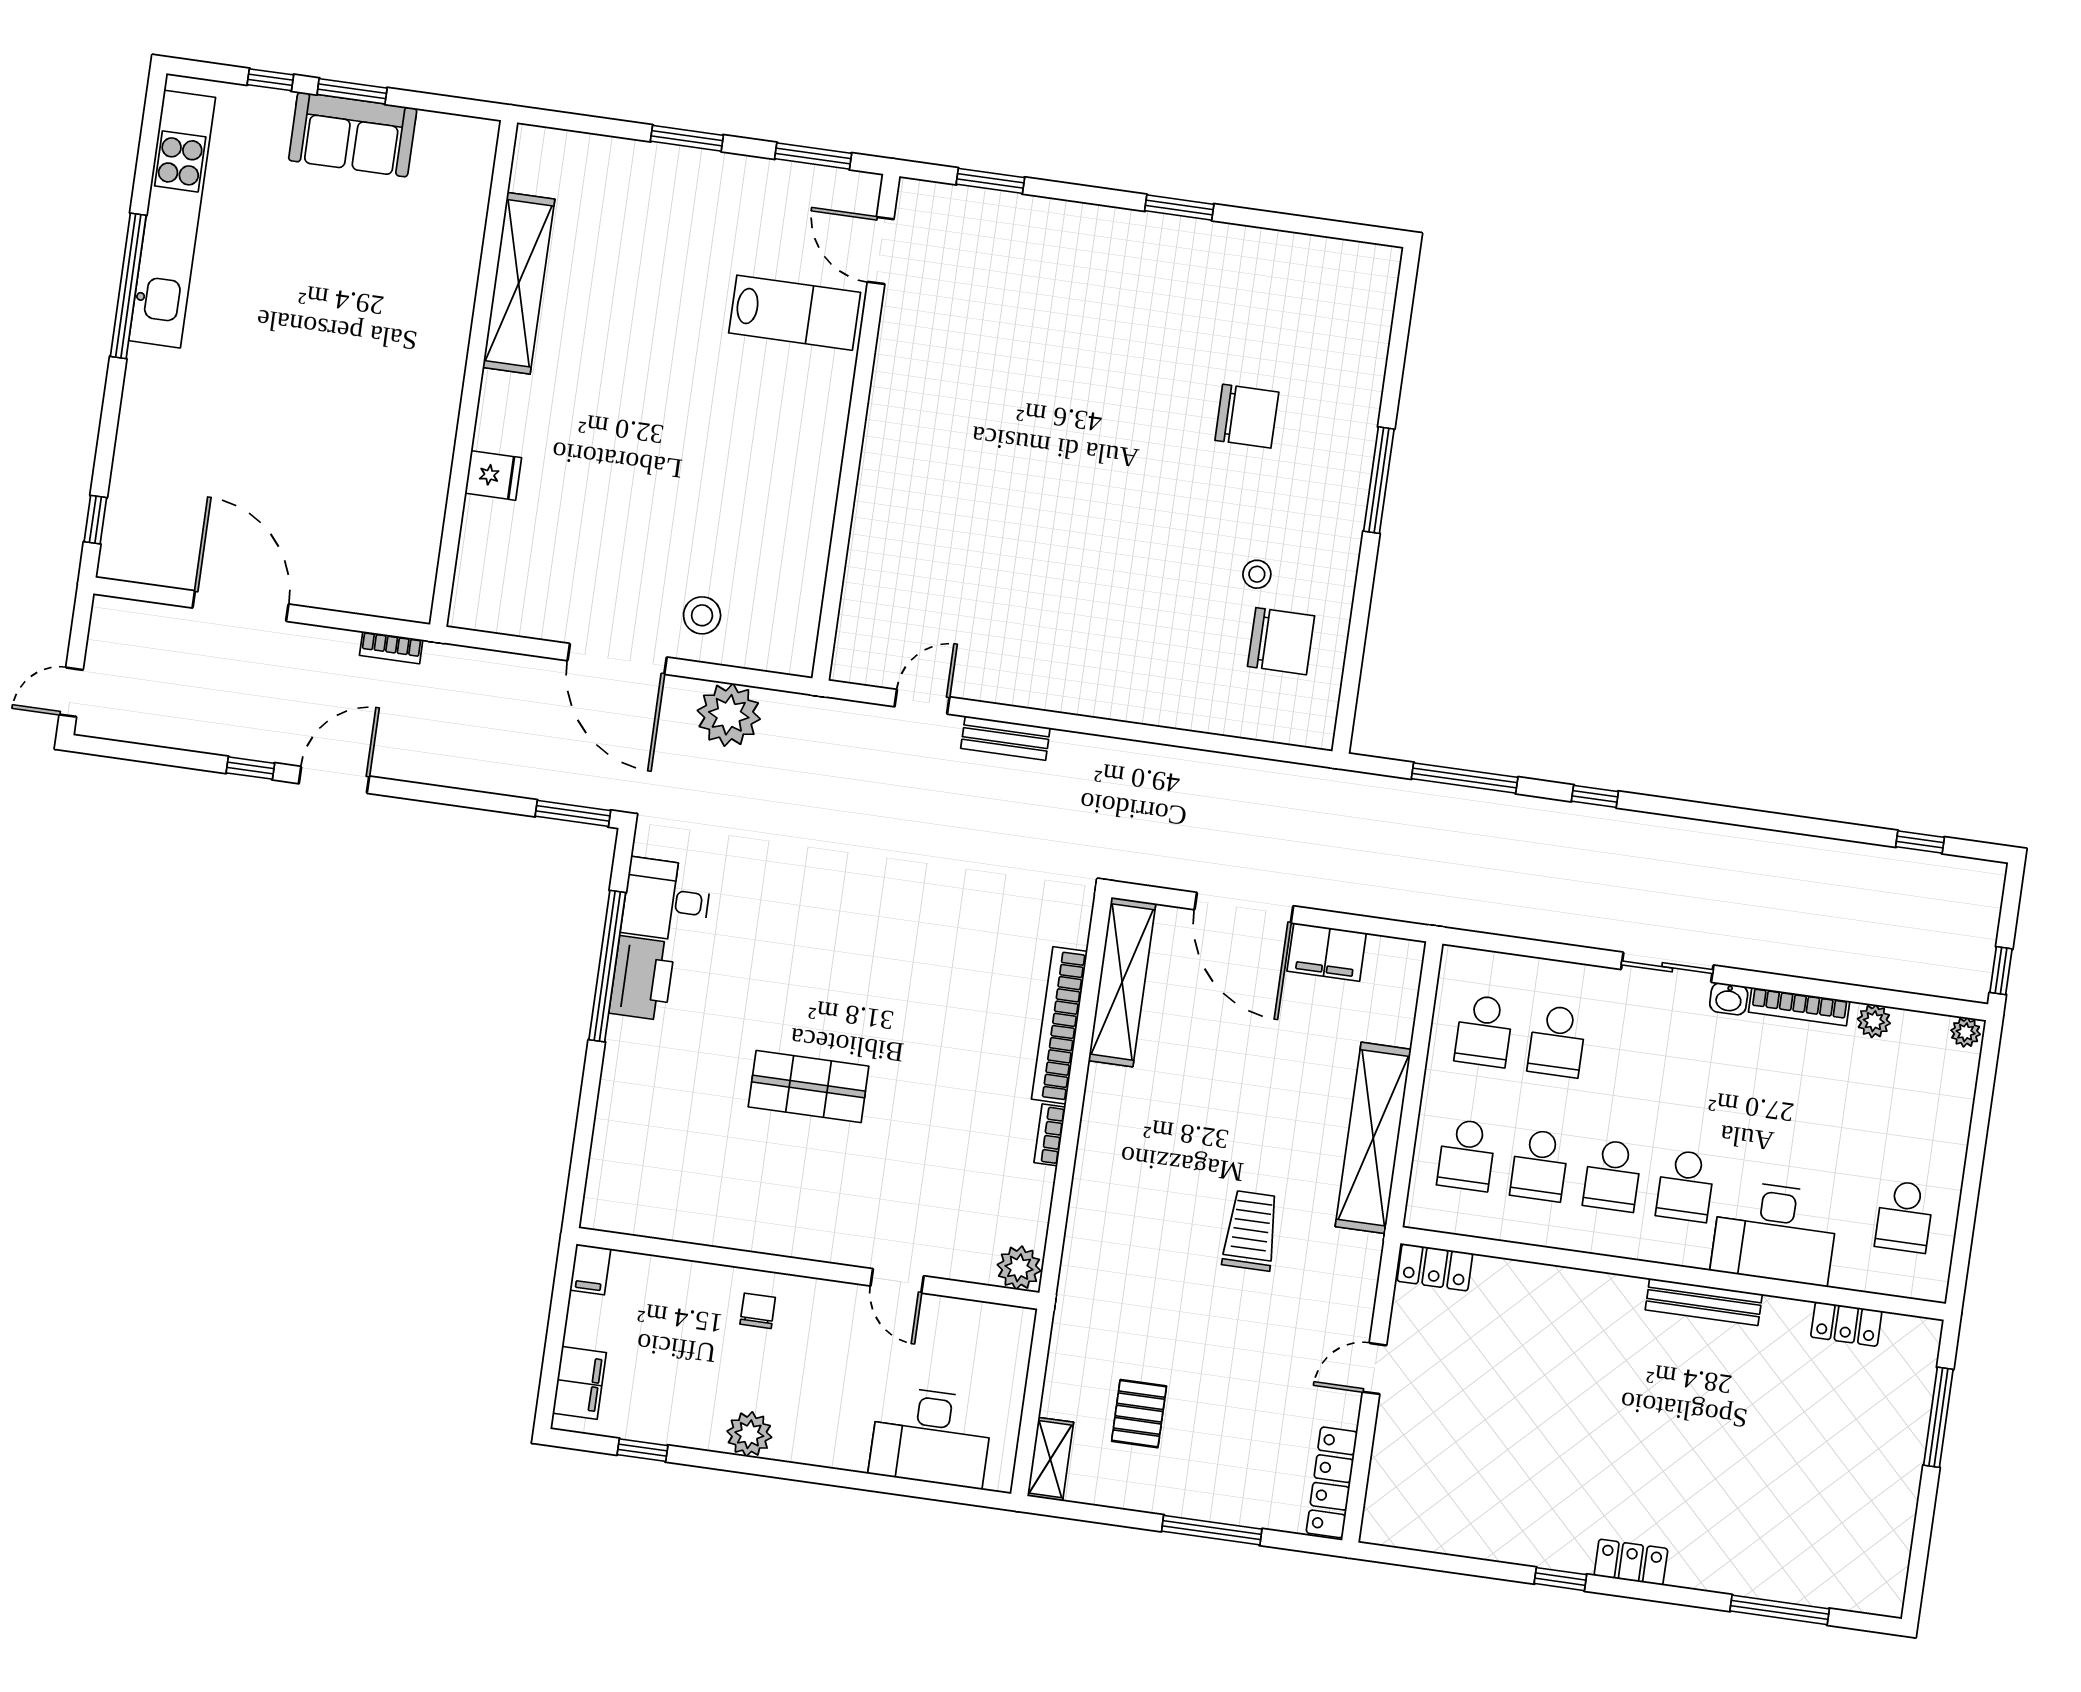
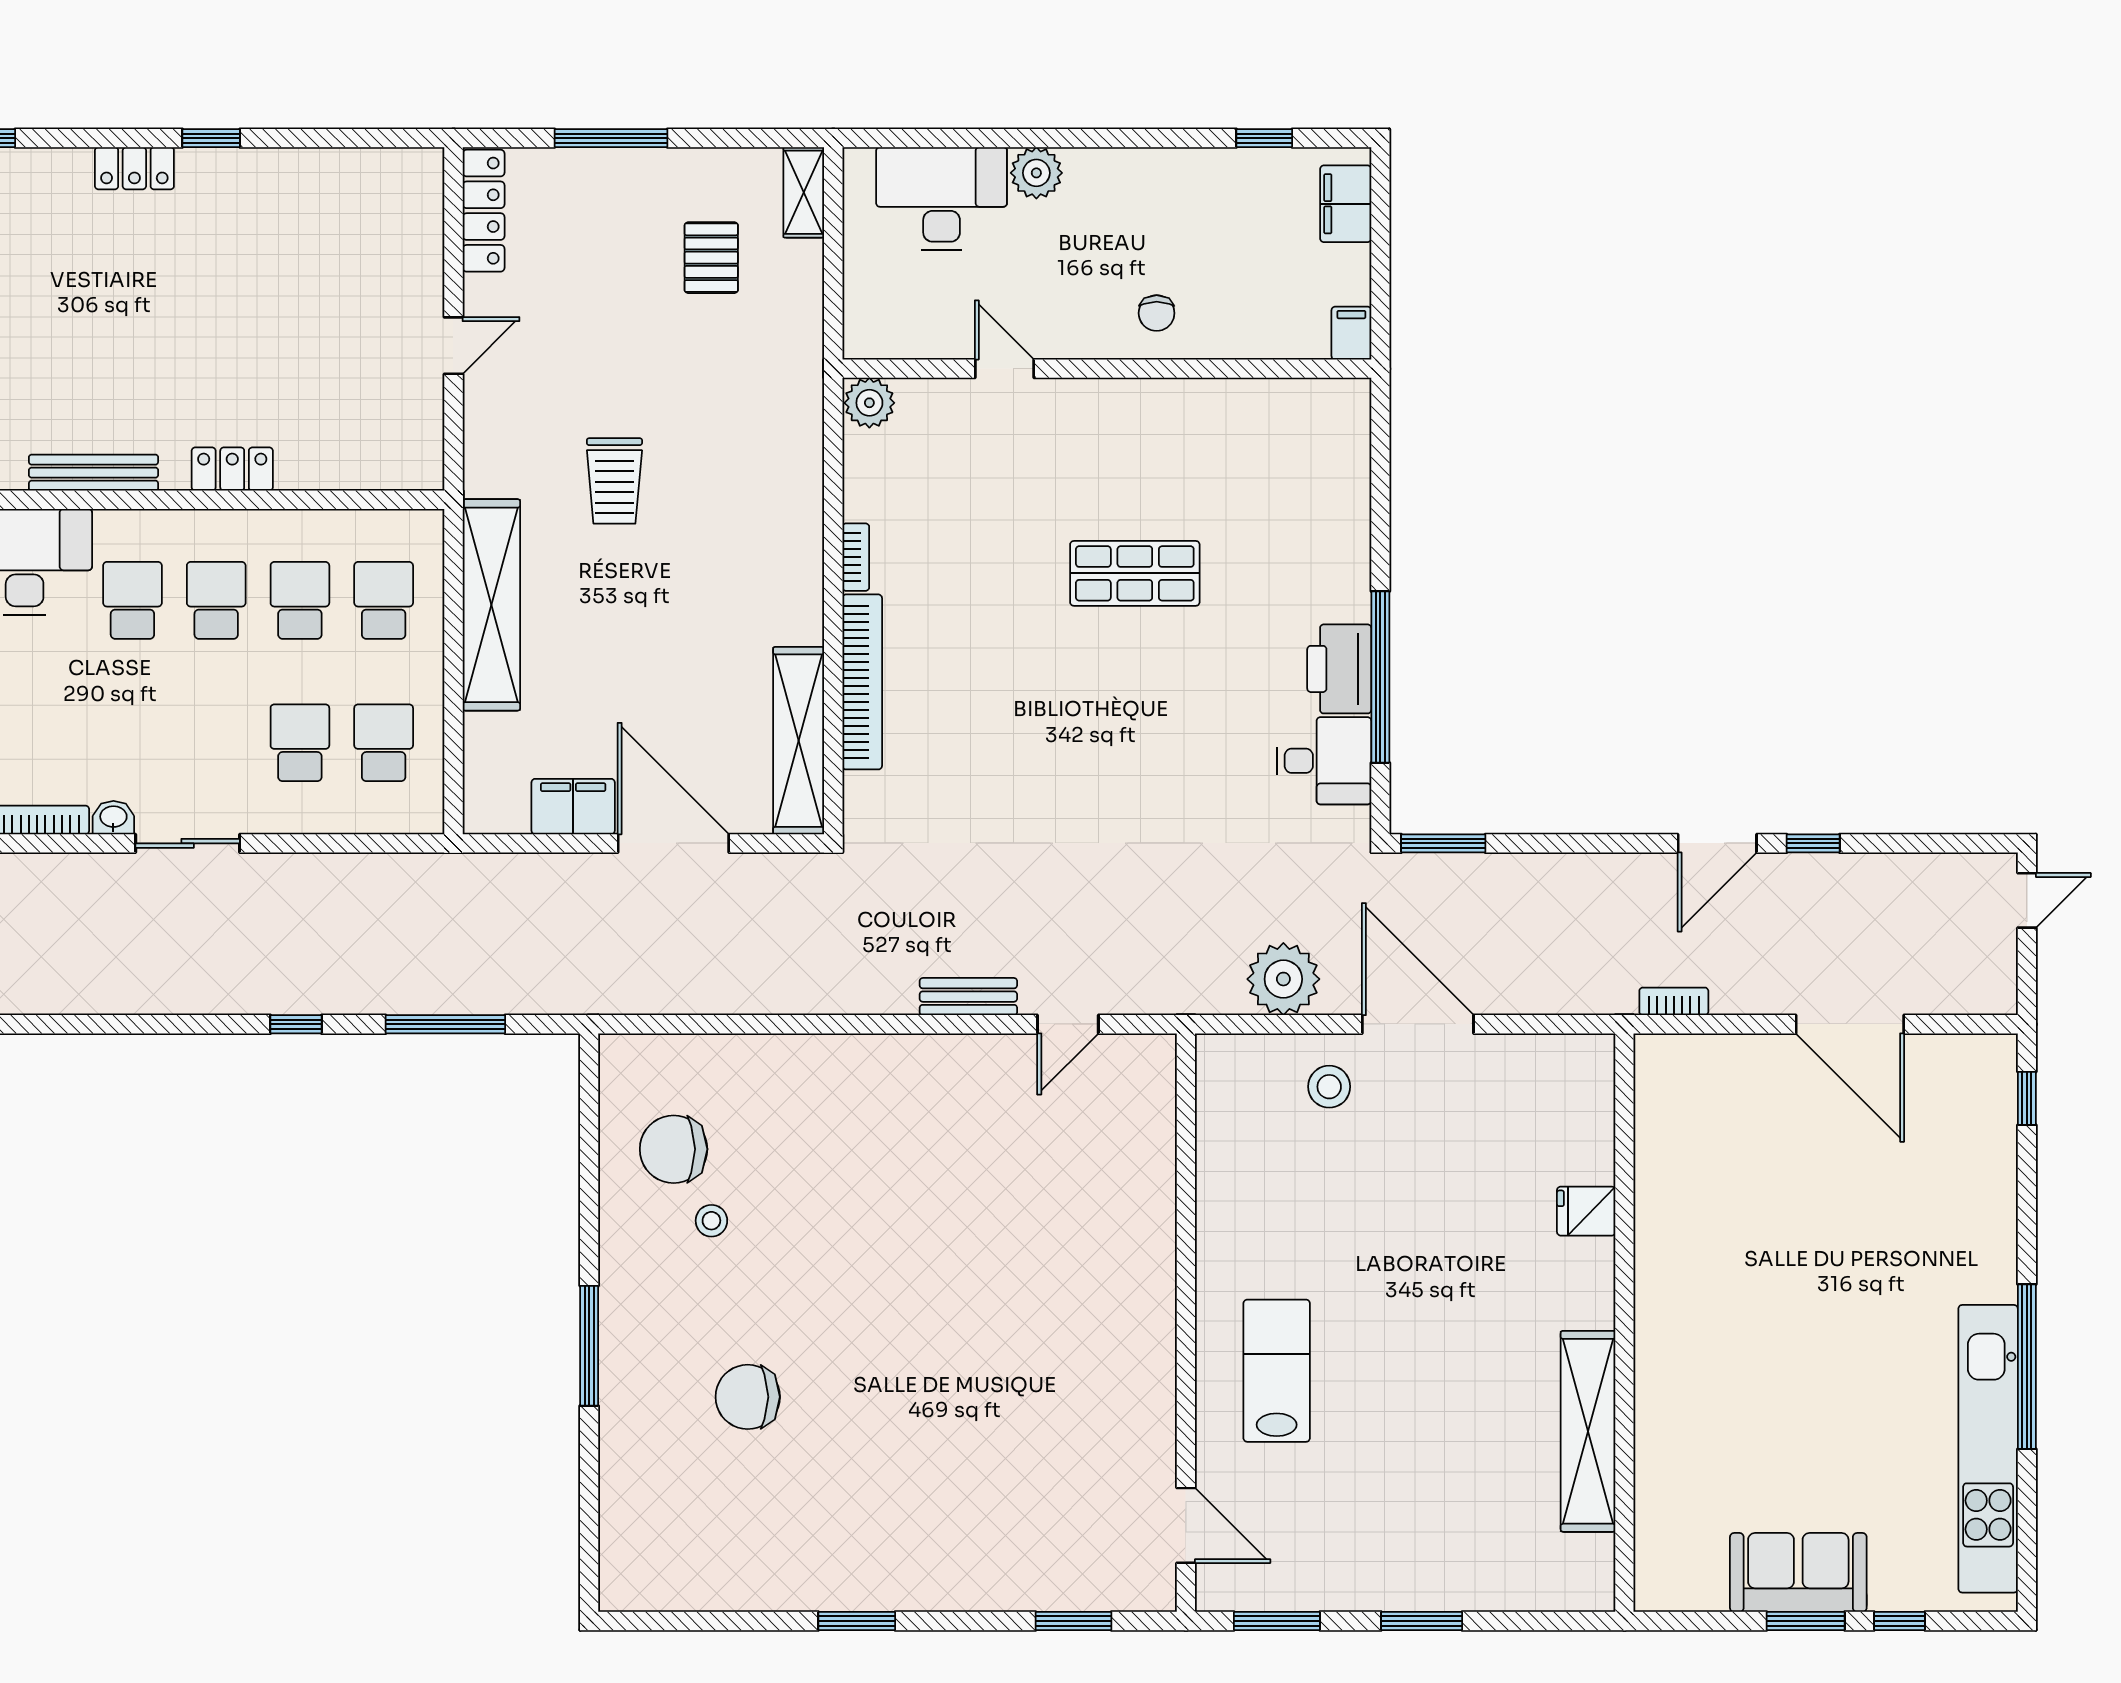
lab bench: (795, 313) -> (1277, 1371), moved, turned 90
locker: (1435, 1267) -> (232, 469), moved
plant: (749, 1434) -> (1036, 173), moved

